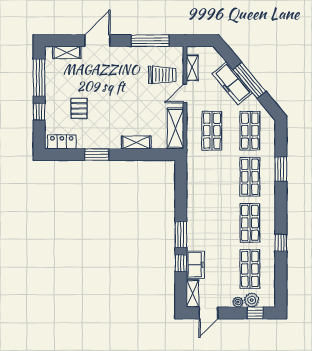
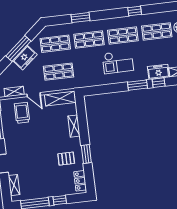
freezer: (232, 83) -> (25, 58), width x0.71
pallet: (79, 108) -> (66, 159), moved
checkout: (215, 212) -> (118, 62), added

